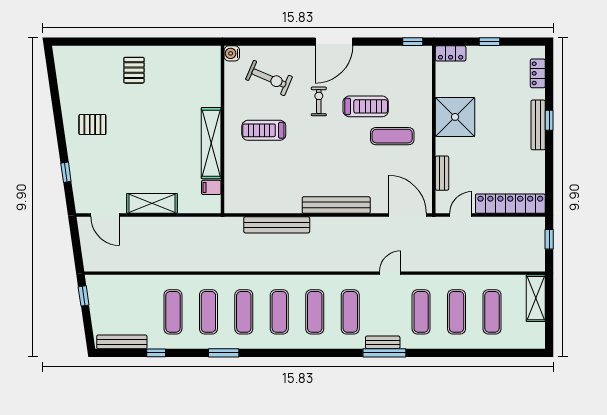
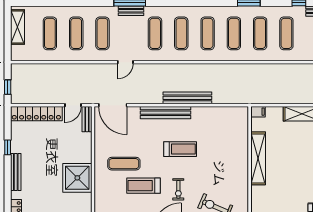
window: (549, 120) -> (8, 147), moved
treadmill: (264, 130) -> (180, 149), moved
bench: (442, 173) -> (87, 119), moved
filing cabinet: (211, 187) -> (258, 112), moved
bench: (277, 225) -> (187, 98), moved
shelving: (536, 298) -> (18, 27), moved

